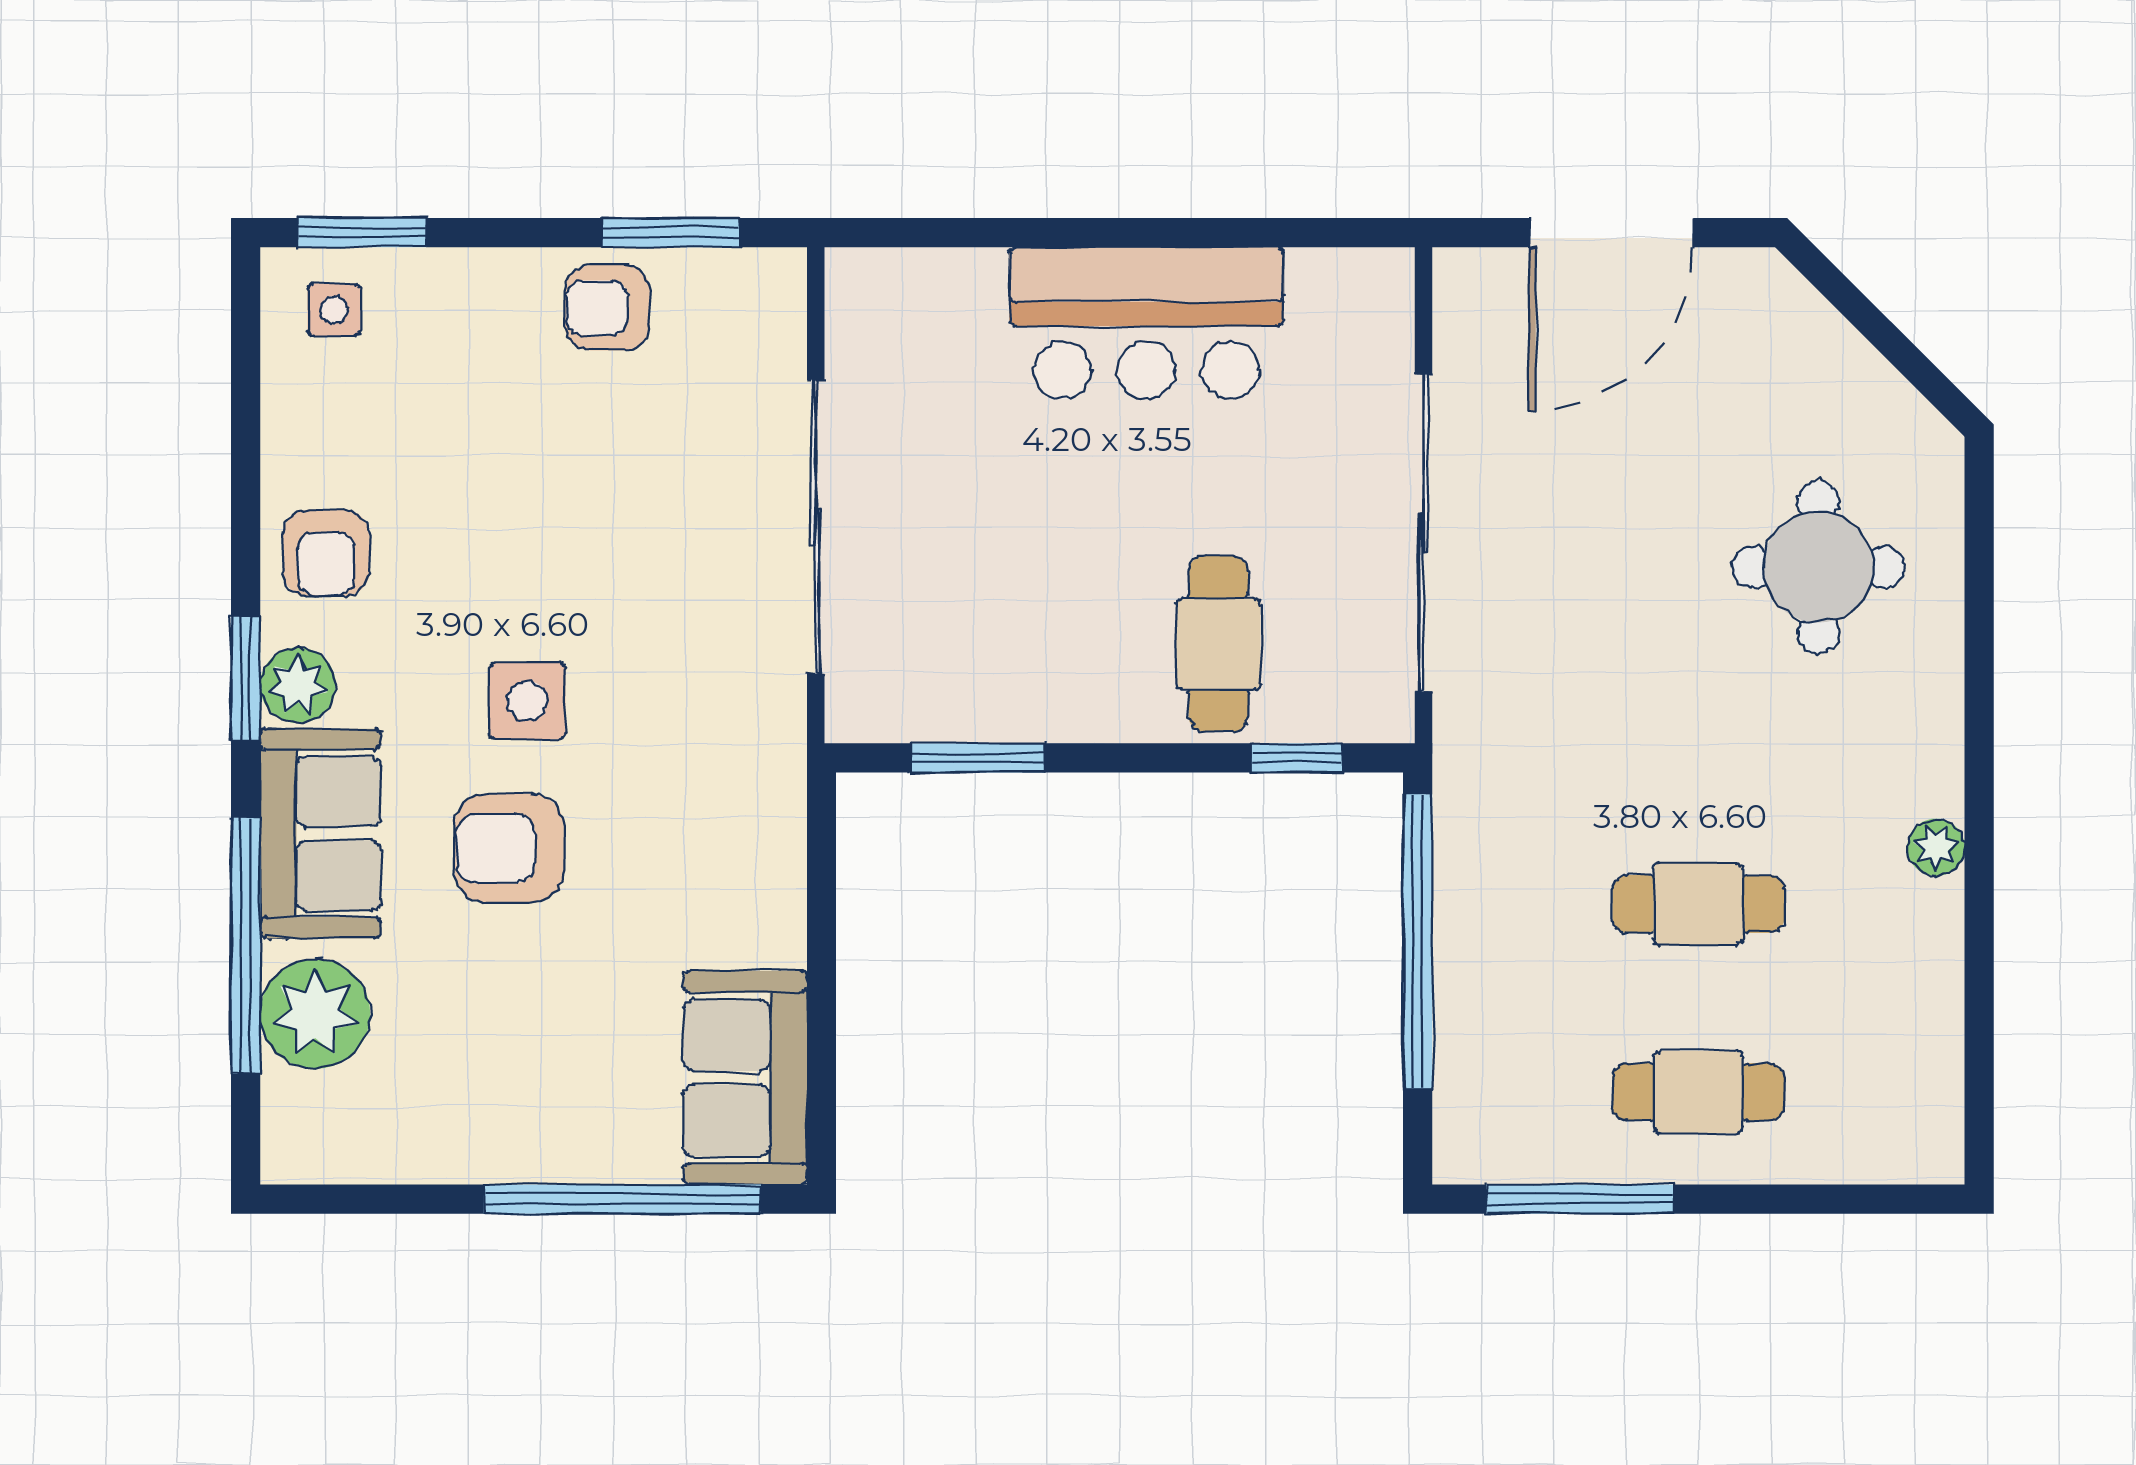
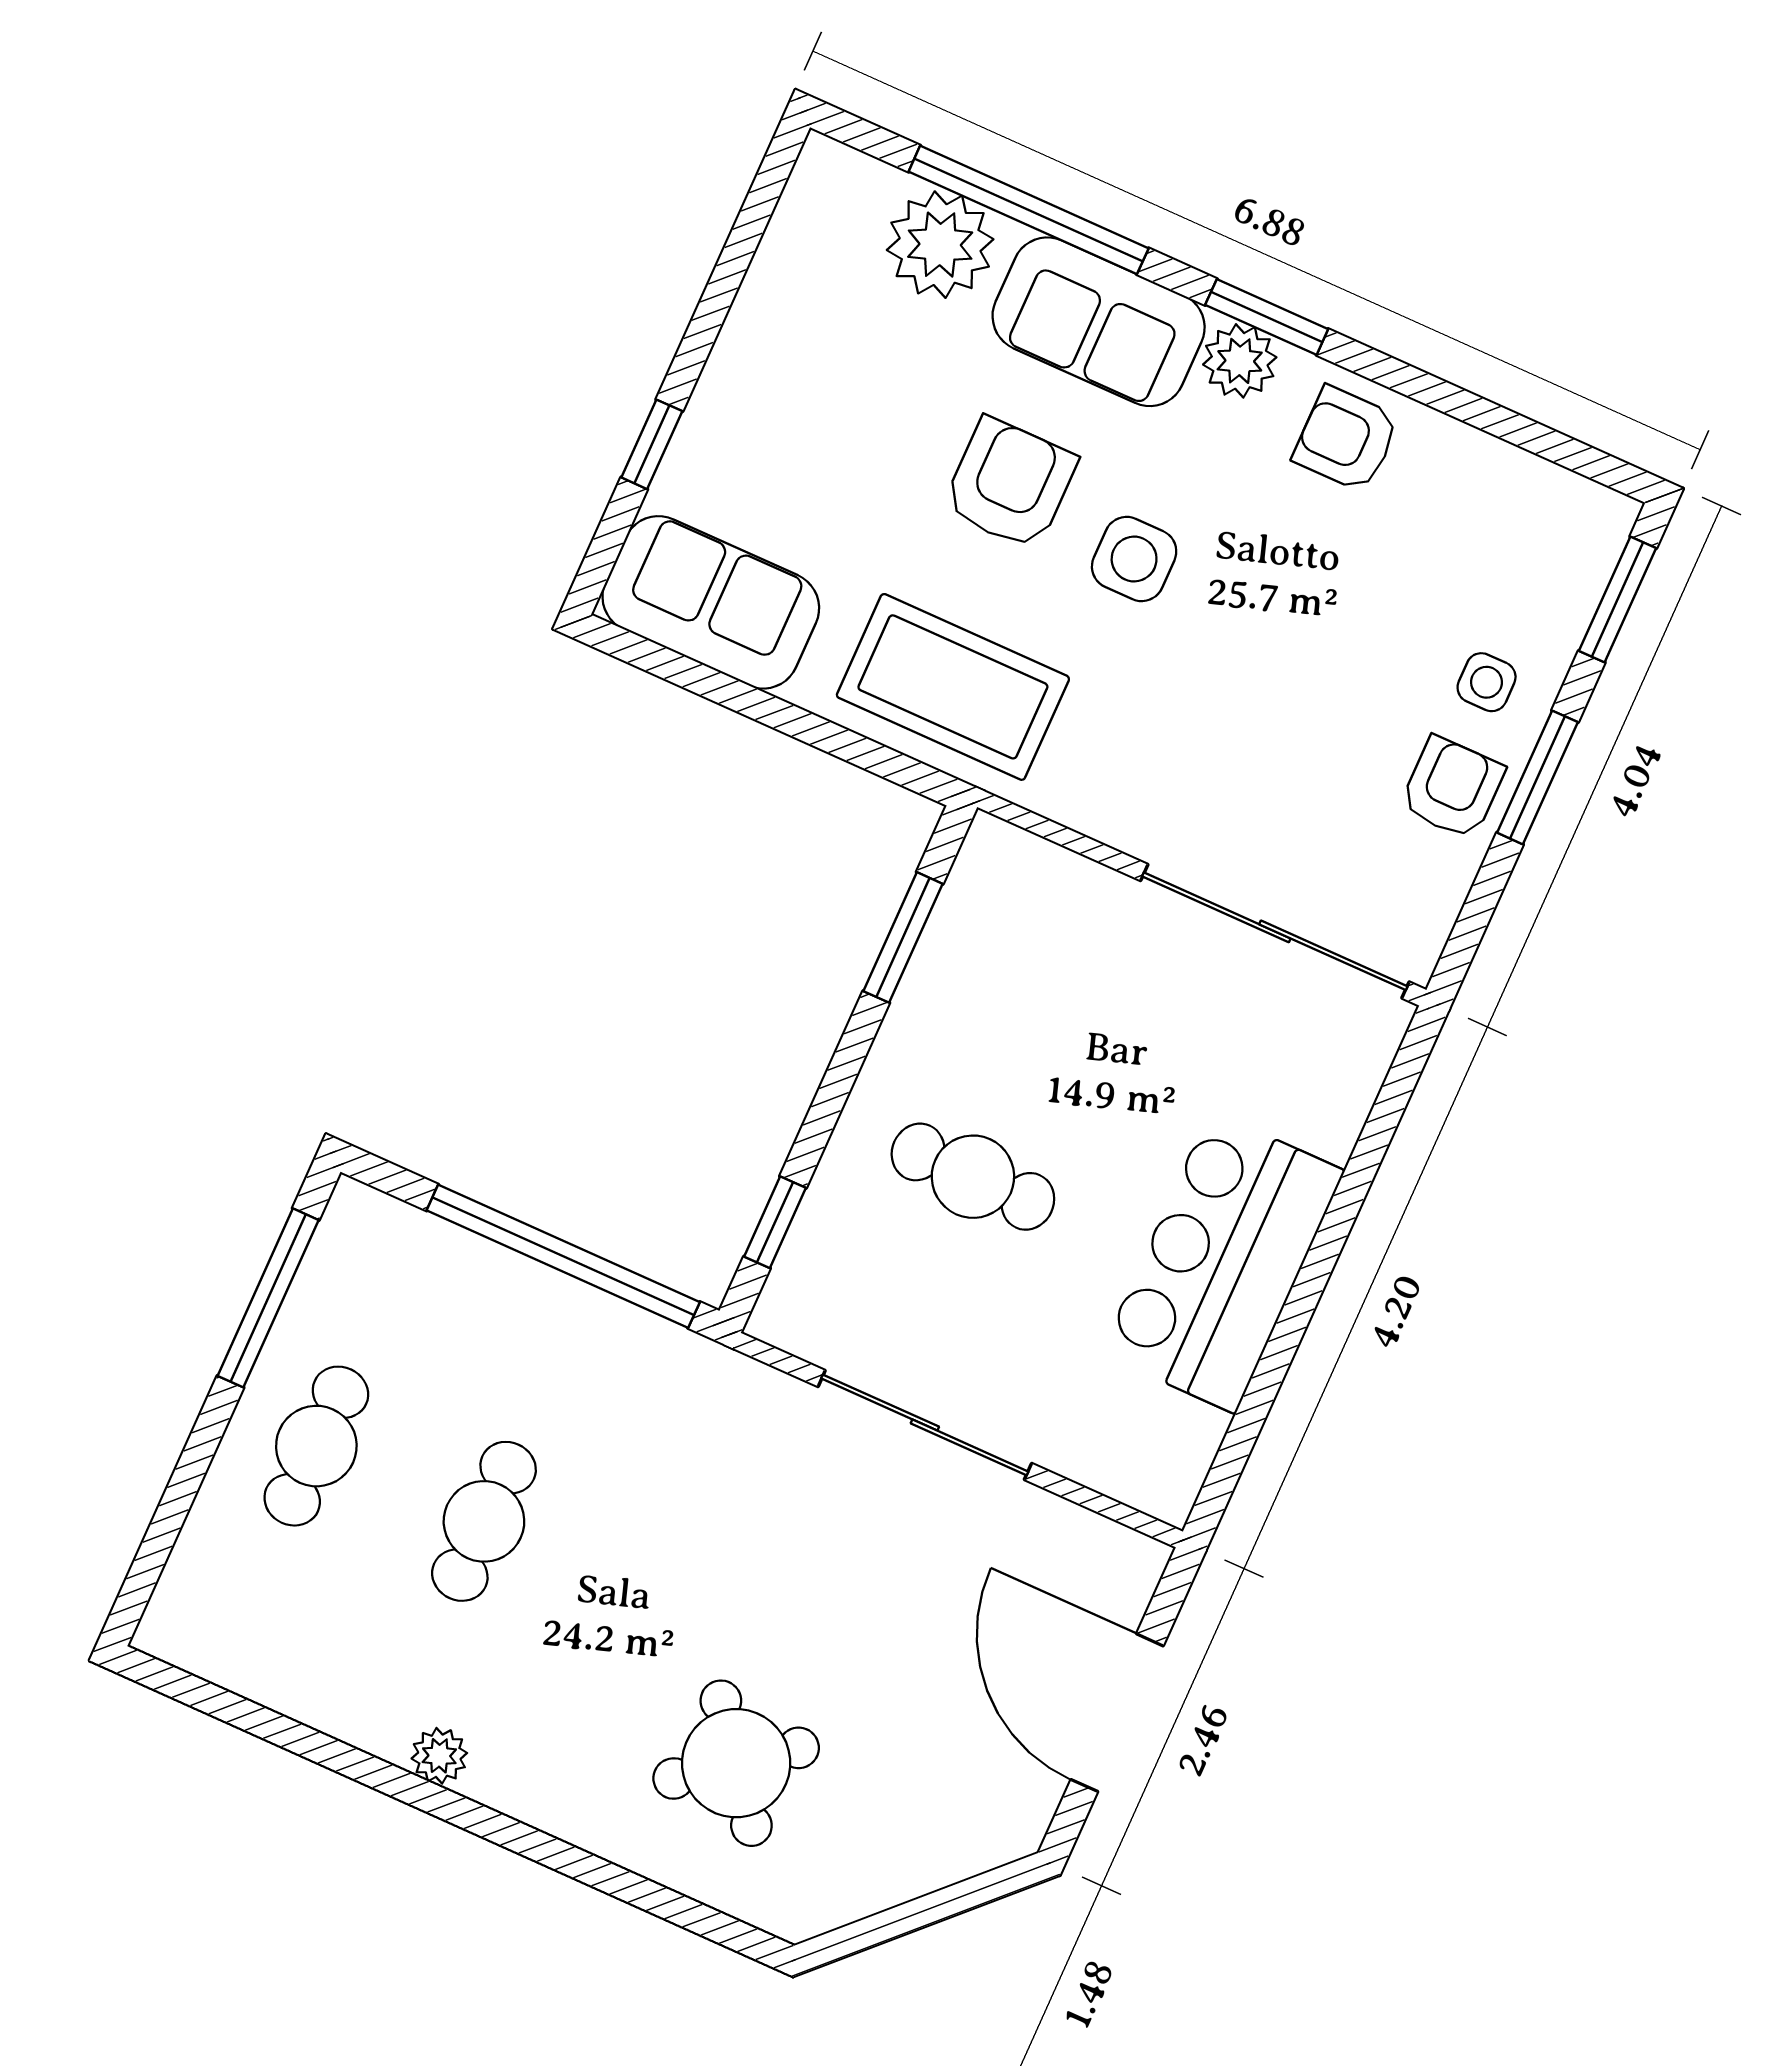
window: (670, 233) -> (1537, 777), moved
side table: (334, 310) -> (1487, 682), moved
sliding door: (816, 527) -> (1275, 931), moved
sliding door: (1423, 533) -> (925, 1425), width x0.73
round table: (1818, 567) -> (736, 1763), turned -38
cafe table: (1218, 644) -> (973, 1177), moved
coffee table: (723, 816) -> (953, 687), added
window: (622, 1199) -> (652, 444), width x0.32

